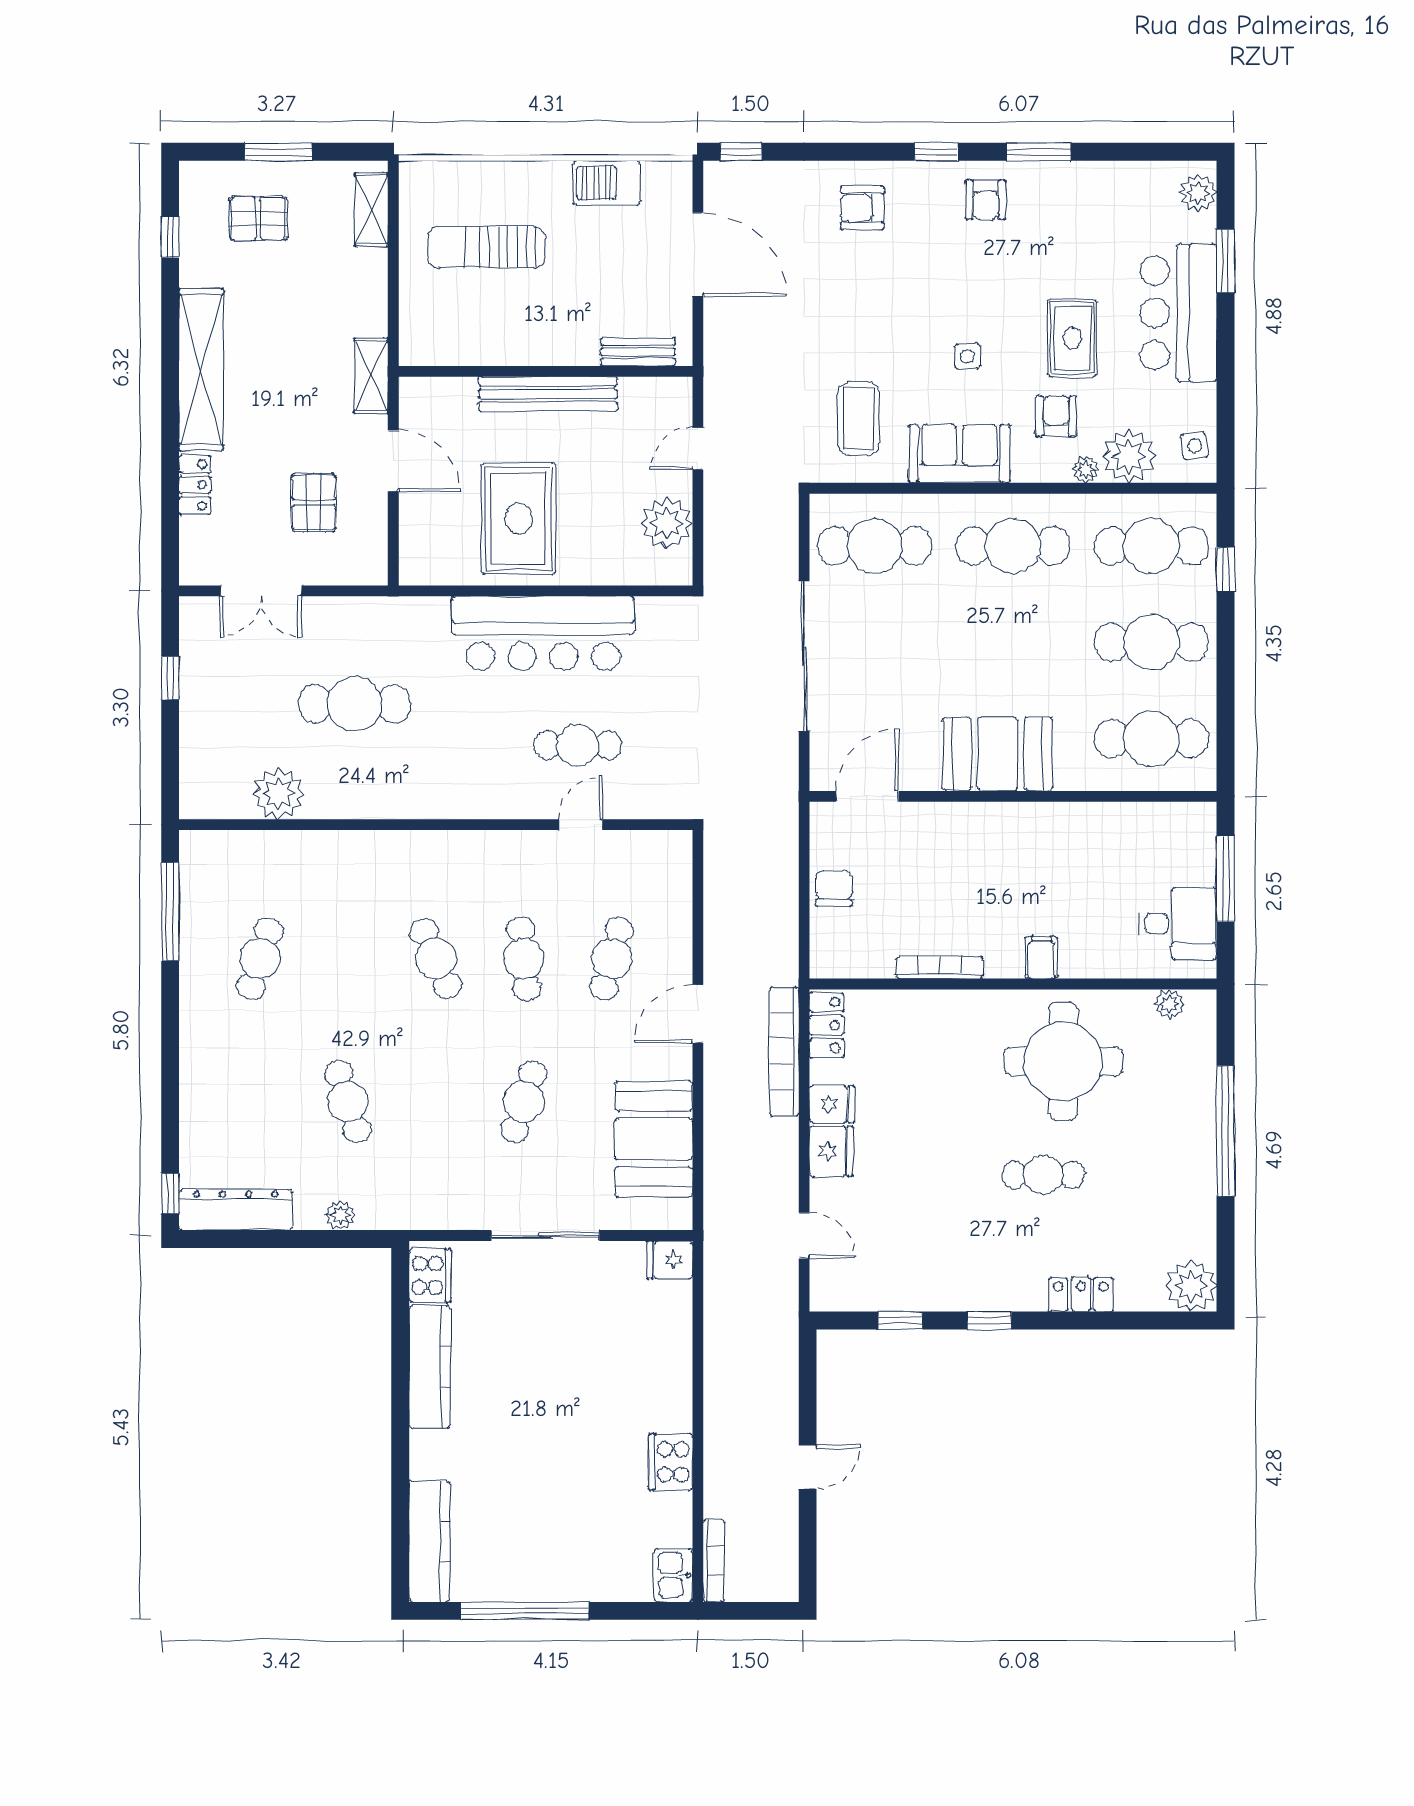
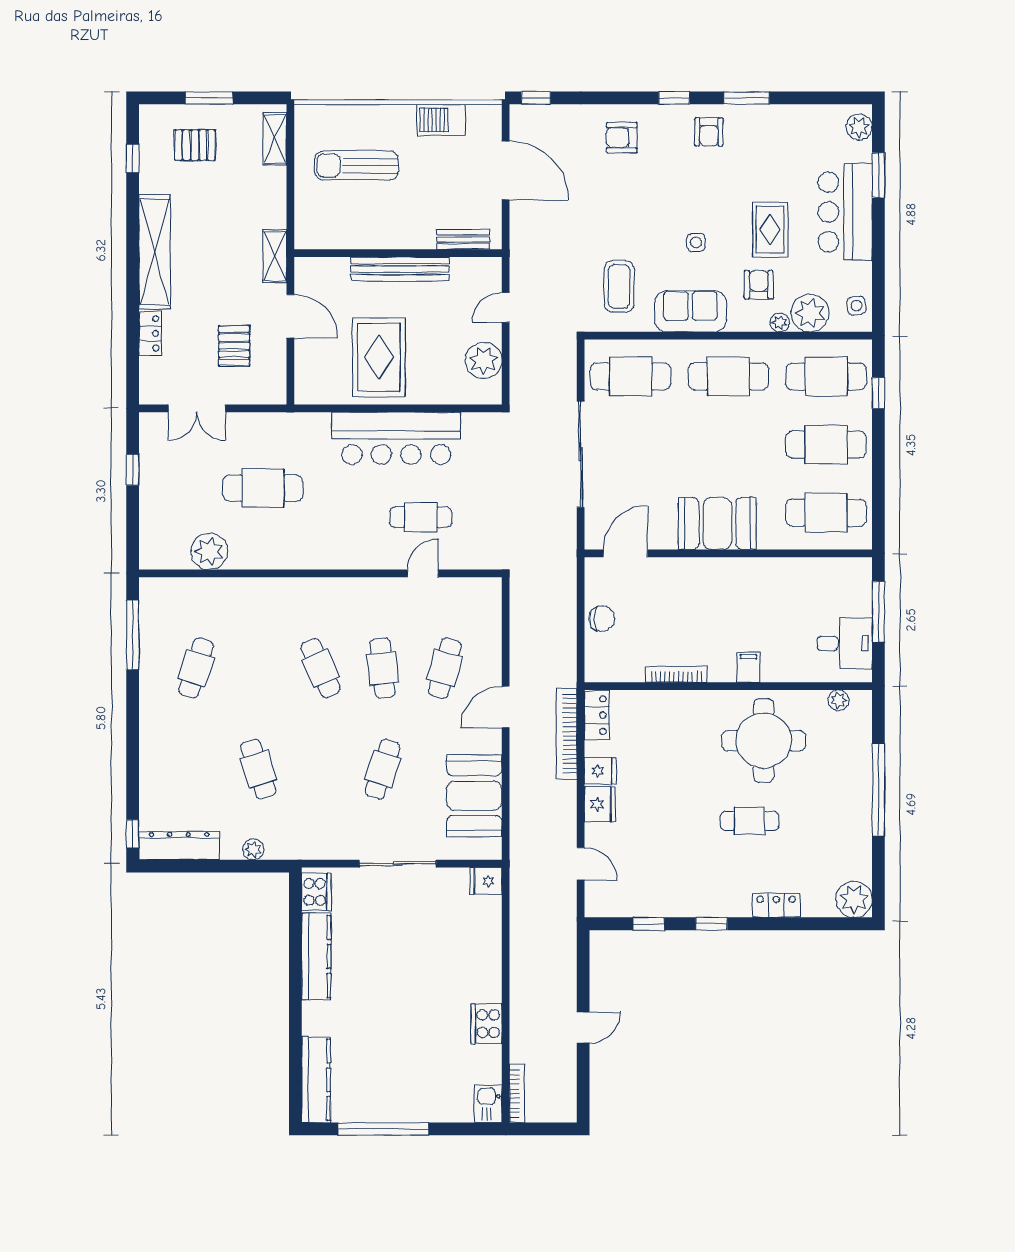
chair: (834, 889) -> (602, 619), turned 90

